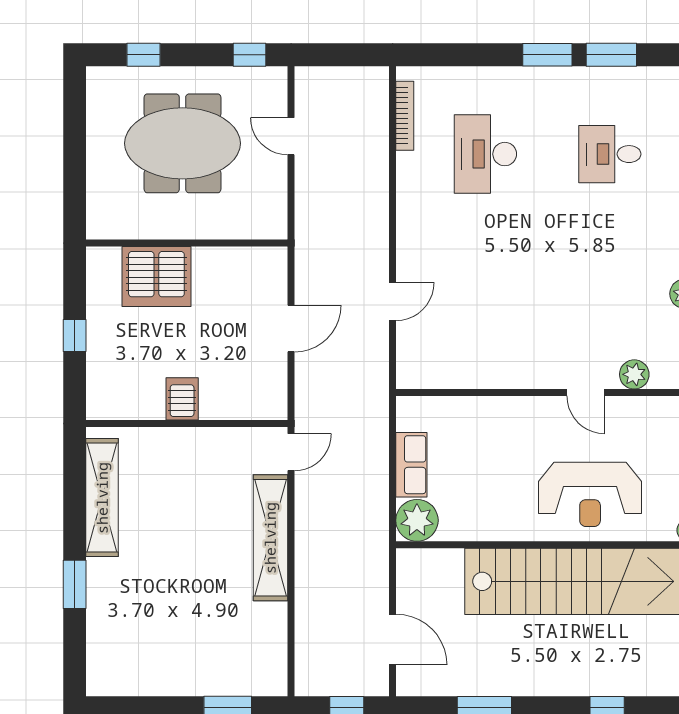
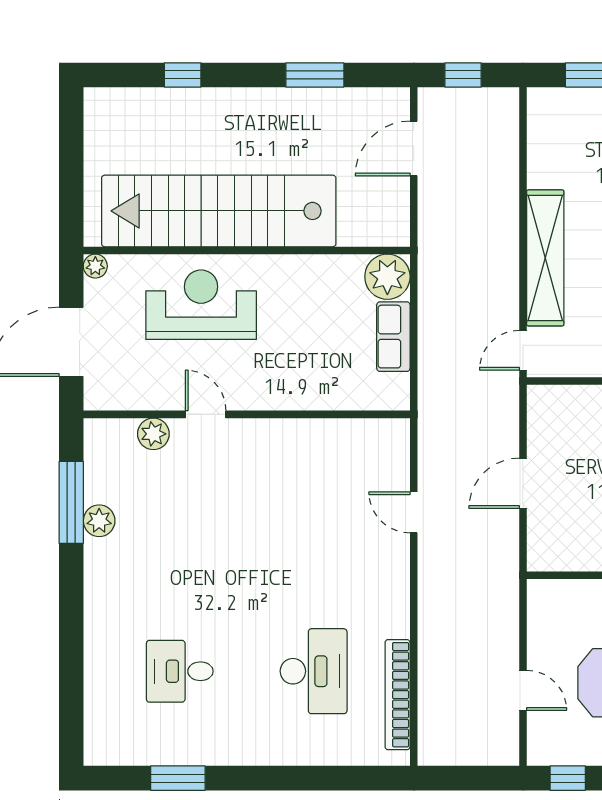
window: (547, 55) -> (247, 778), removed
bookcase: (405, 116) -> (398, 695), width x1.48, depth x1.31
desk: (610, 154) -> (180, 671), turned 180
door: (393, 301) -> (414, 512), hinge flipped
door: (393, 639) -> (414, 148), hinge flipped

